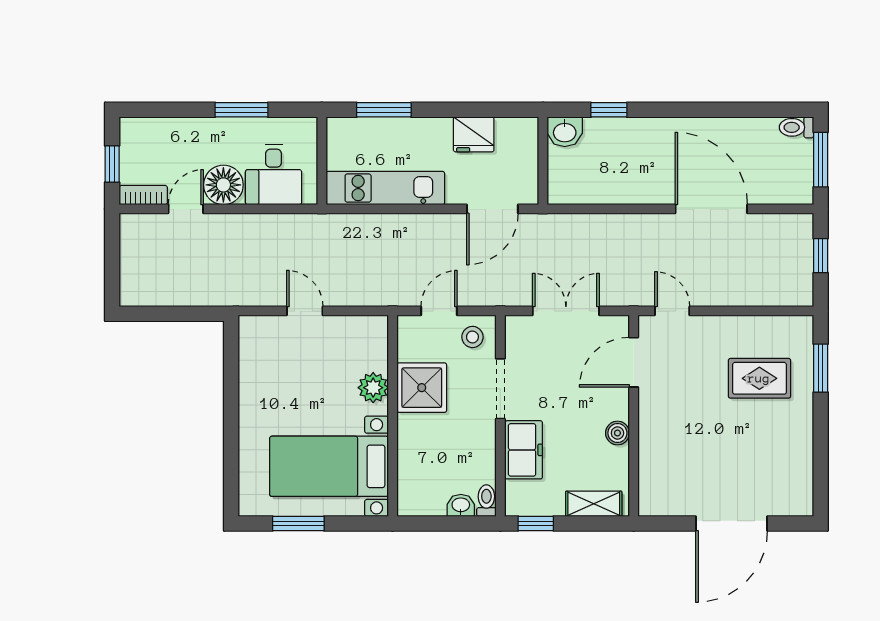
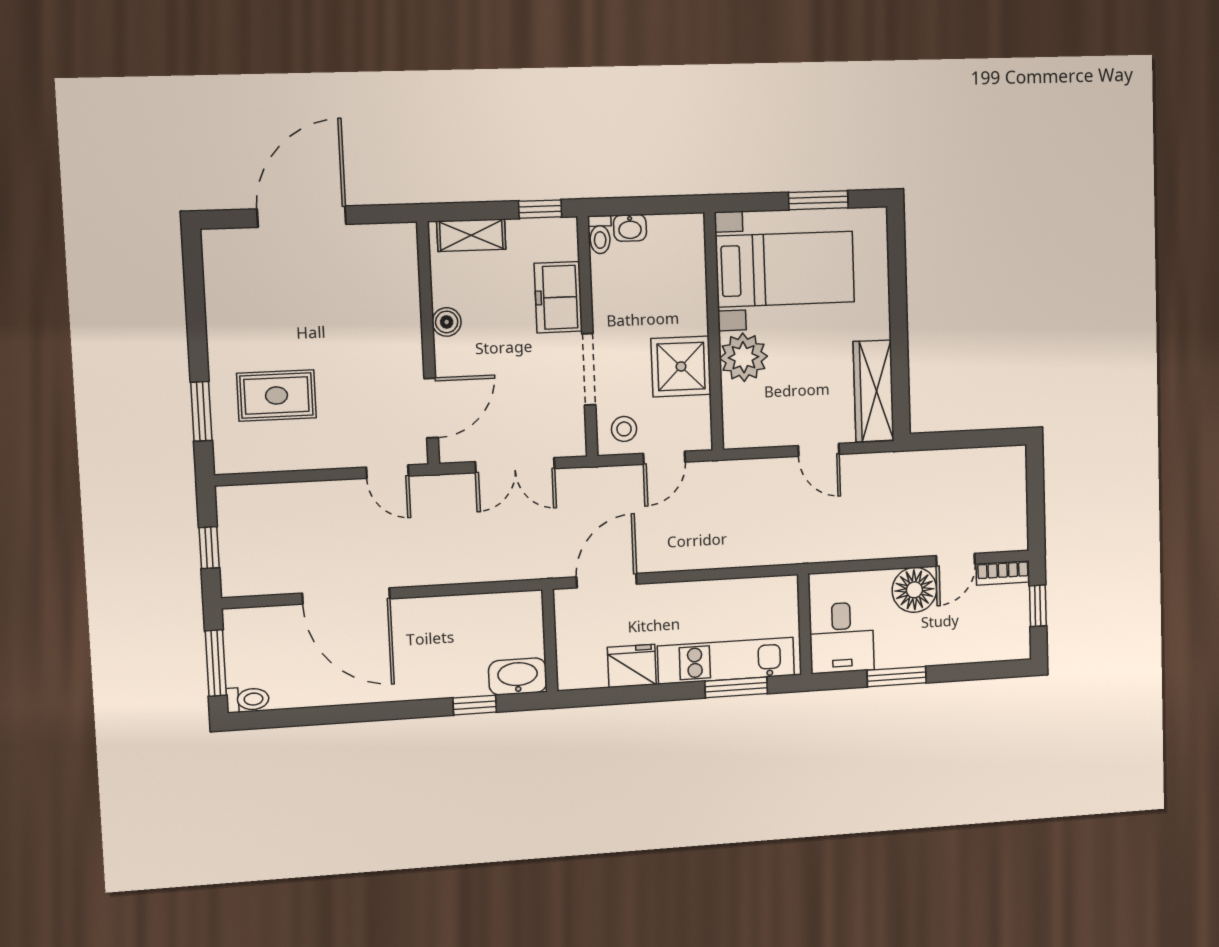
washbasin: (565, 132) -> (518, 676), width x1.38
desk: (274, 174) -> (842, 638), moved, turned 180
kitchen unit: (385, 188) -> (726, 661), moved, turned 180
wardrobe: (255, 359) -> (873, 391), added
plant: (373, 388) -> (744, 357), width x1.36, depth x1.36

